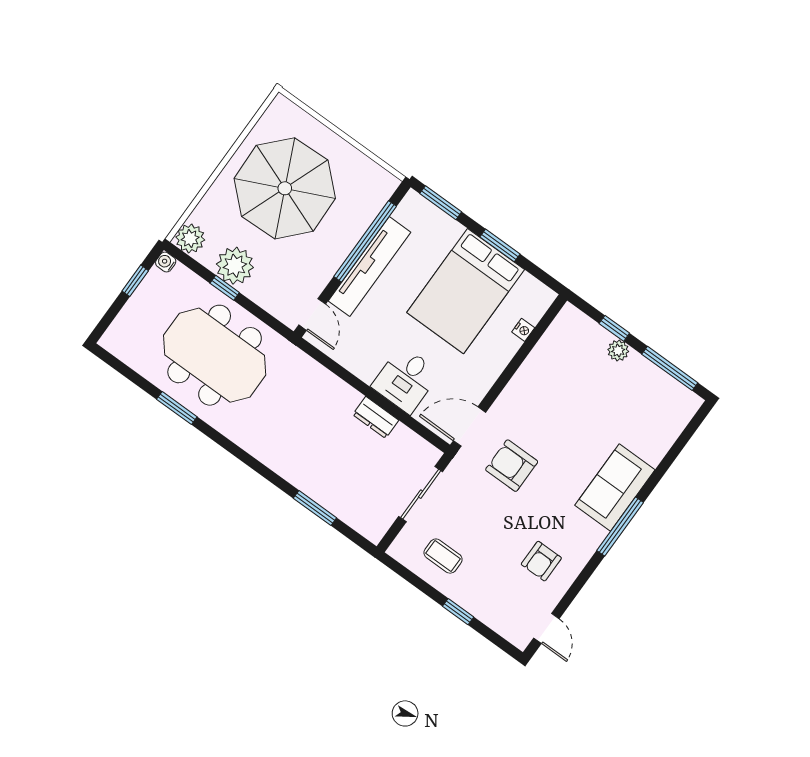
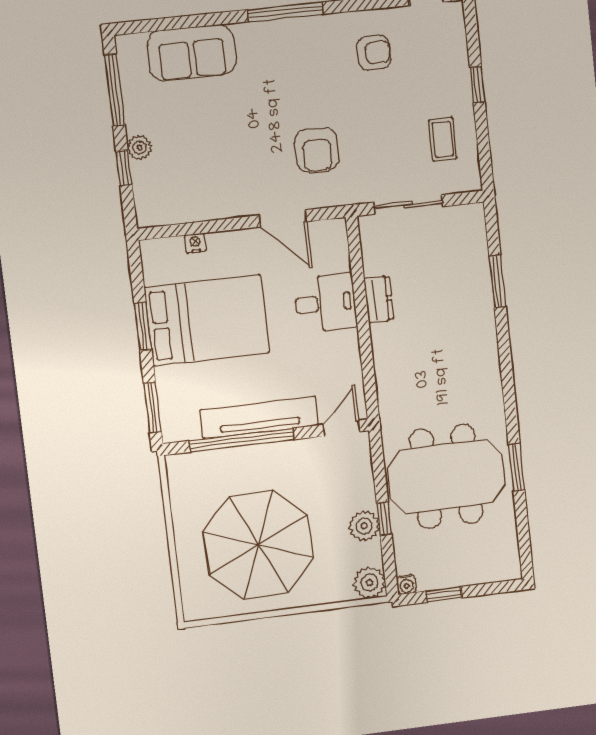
plant: (235, 266) -> (364, 526), width x0.73, depth x0.73
meeting table: (215, 355) -> (446, 476), turned 90
door: (469, 427) -> (283, 218), moved
sofa: (615, 487) -> (192, 53), moved

